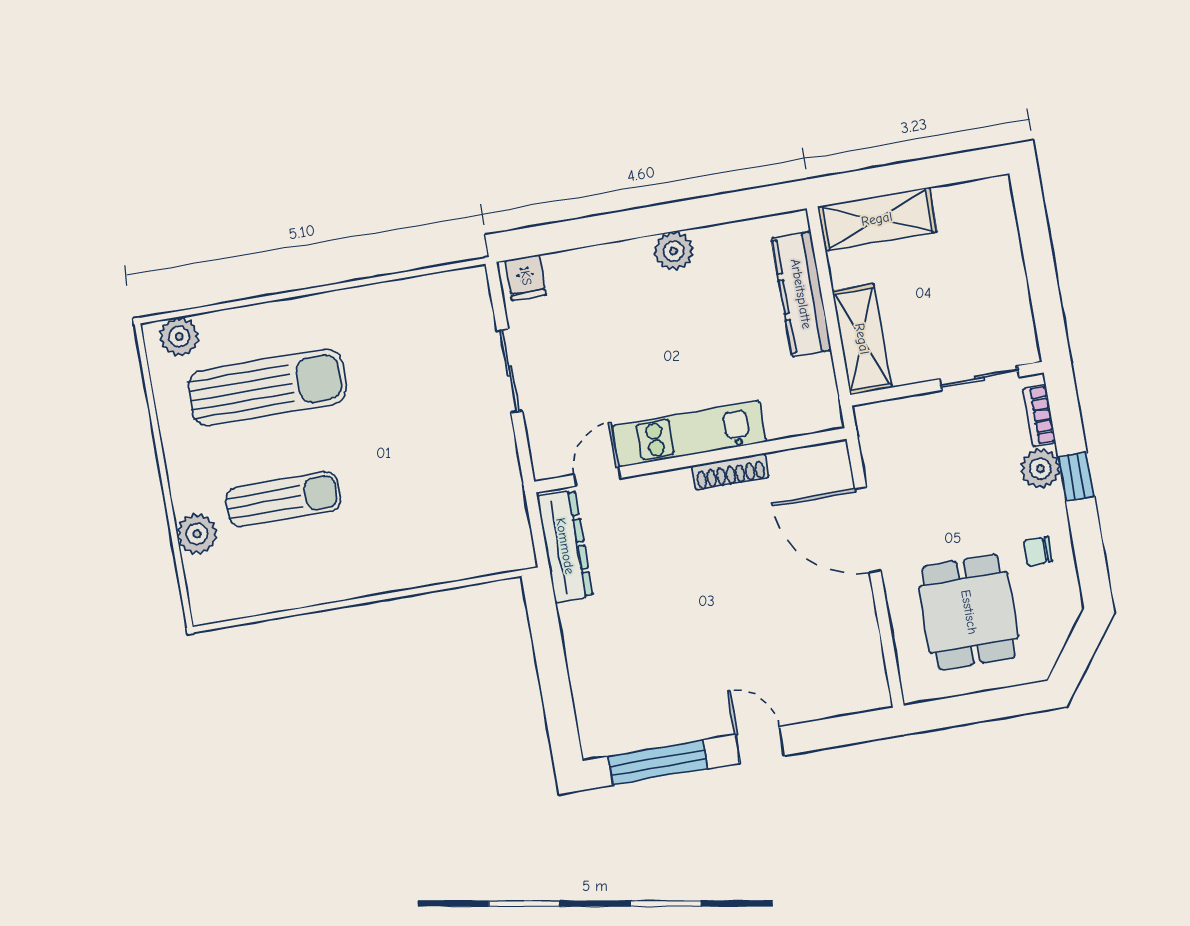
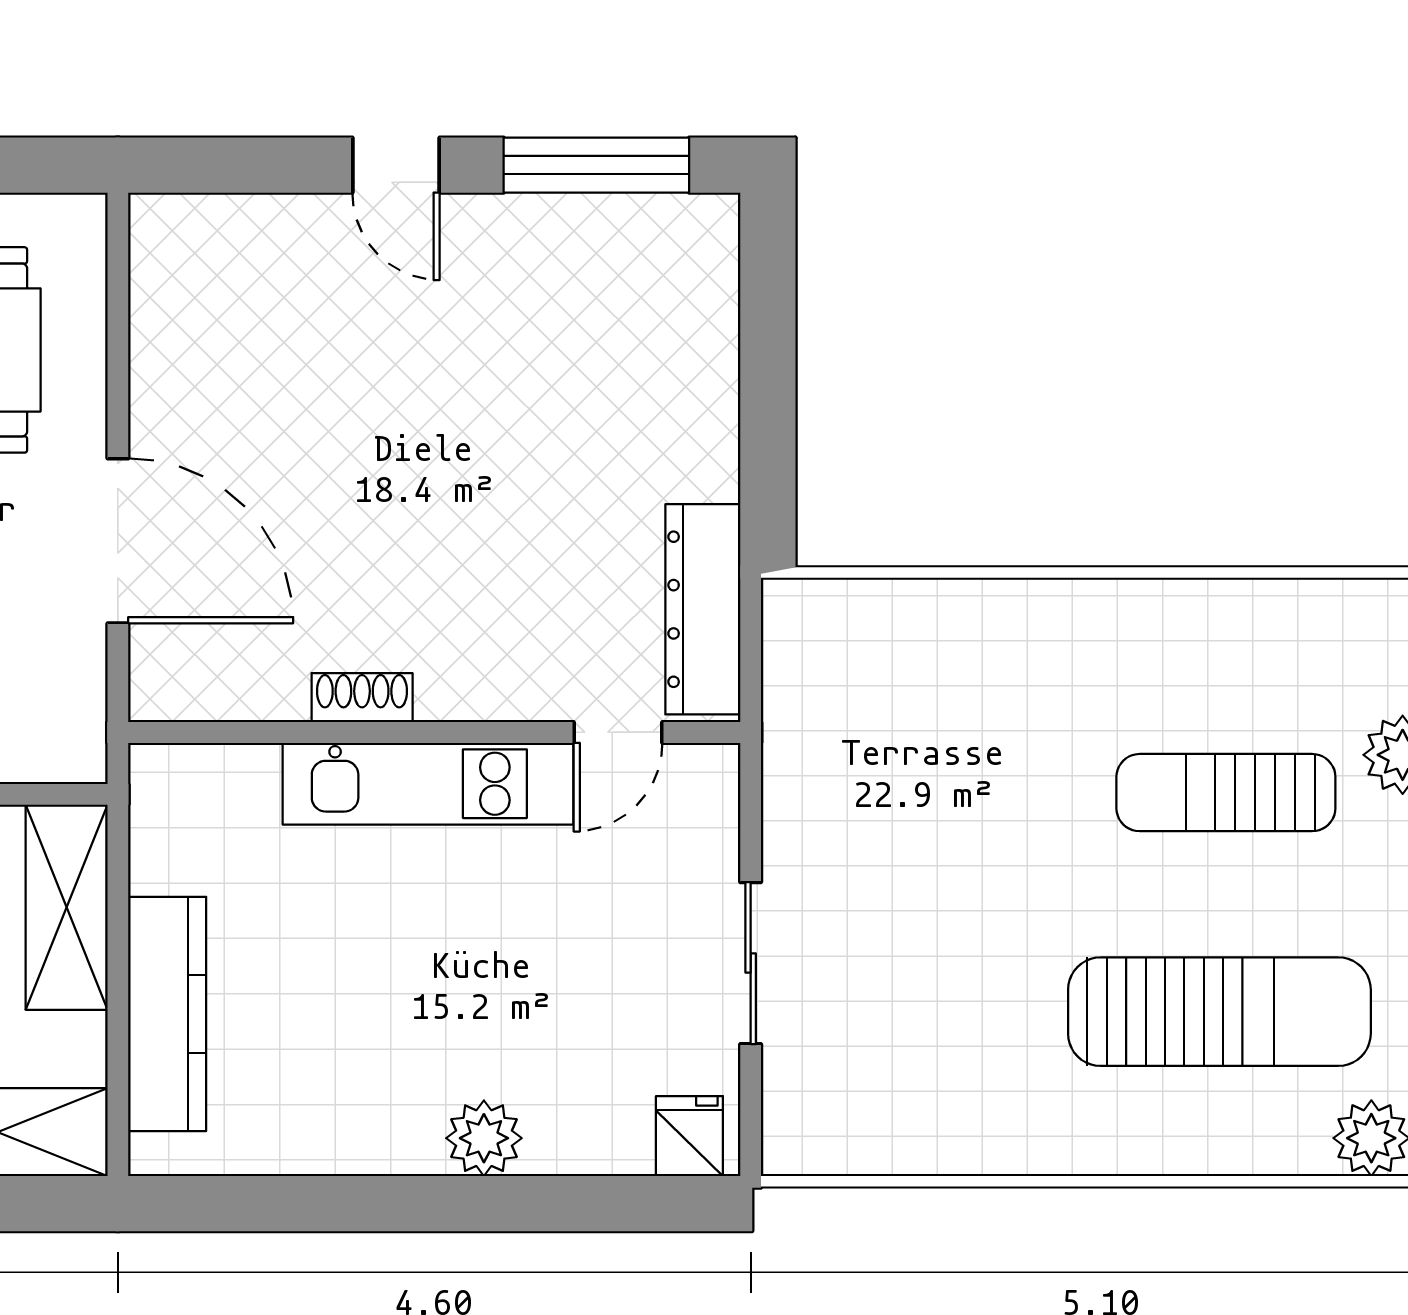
plant: (674, 251) -> (484, 1138), moved
sun lounger: (267, 387) -> (1219, 1012), turned 180
shoe rack: (730, 472) -> (362, 698), width x0.70

